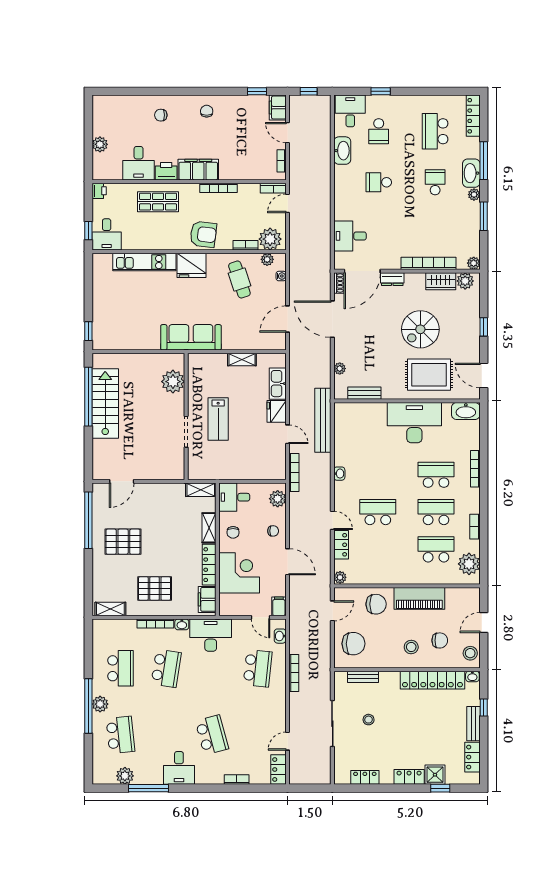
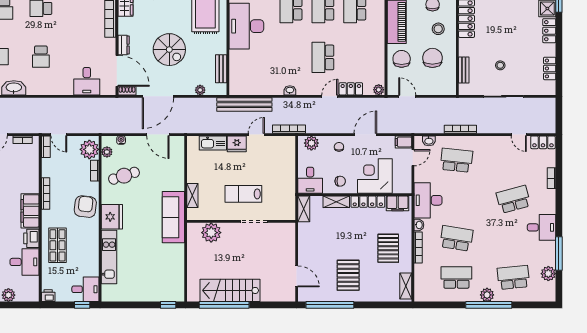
spiral stairs: (420, 329) -> (169, 50), moved
shelving: (242, 360) -> (192, 195), moved
lab bench: (218, 419) -> (243, 194), turned 180
chair: (353, 644) -> (432, 58), moved

